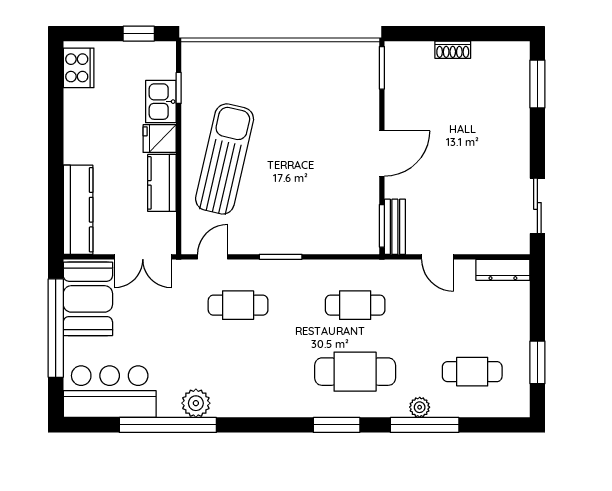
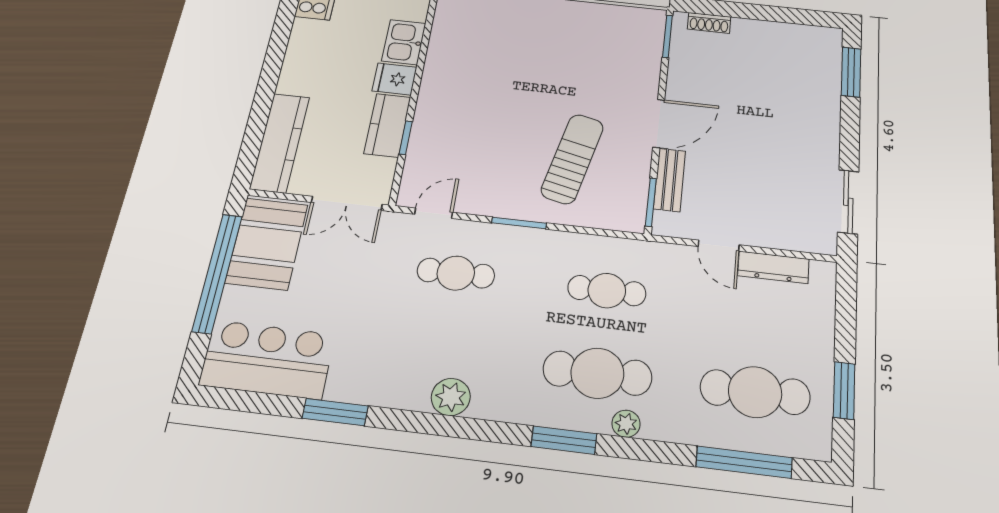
shoe rack: (453, 50) -> (709, 23), moved
window: (179, 88) -> (406, 138), moved
sun lounger: (225, 159) -> (572, 159), moved, width x0.73, depth x0.75
bench: (395, 227) -> (669, 180), moved
dresser: (503, 270) -> (773, 267), moved
cafe table: (472, 372) -> (755, 392), width x1.37, depth x1.35
plant: (196, 403) -> (451, 397), moved
plant: (420, 407) -> (626, 424), moved
window: (168, 425) -> (335, 412), width x0.47
window: (425, 425) -> (744, 462), moved

